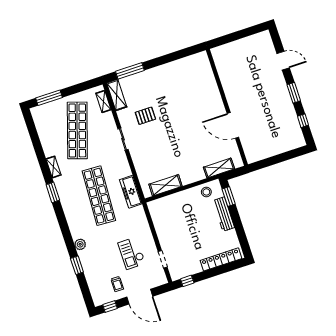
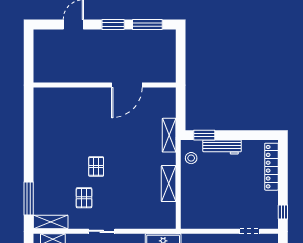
wall: (227, 107) -> (105, 85), moved
pallet: (174, 117) -> (96, 166), added
window: (303, 121) -> (147, 24), width x2.17
door: (233, 125) -> (127, 85), moved
shelving: (166, 185) -> (169, 184), moved

